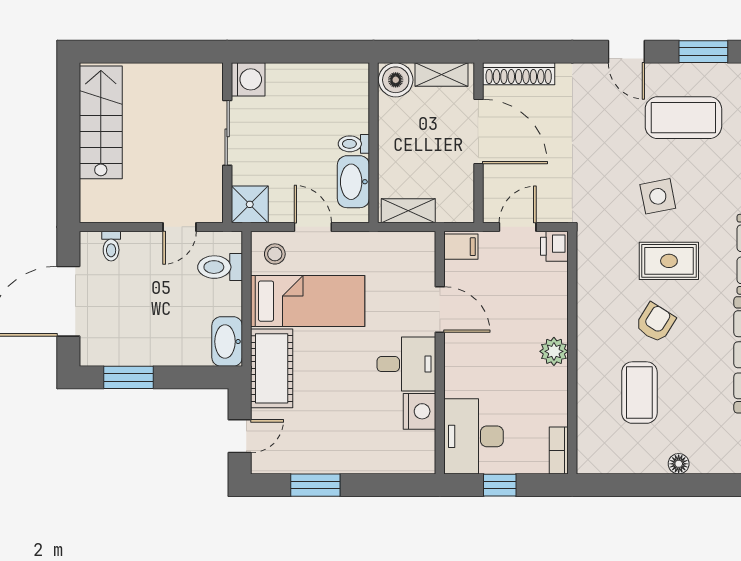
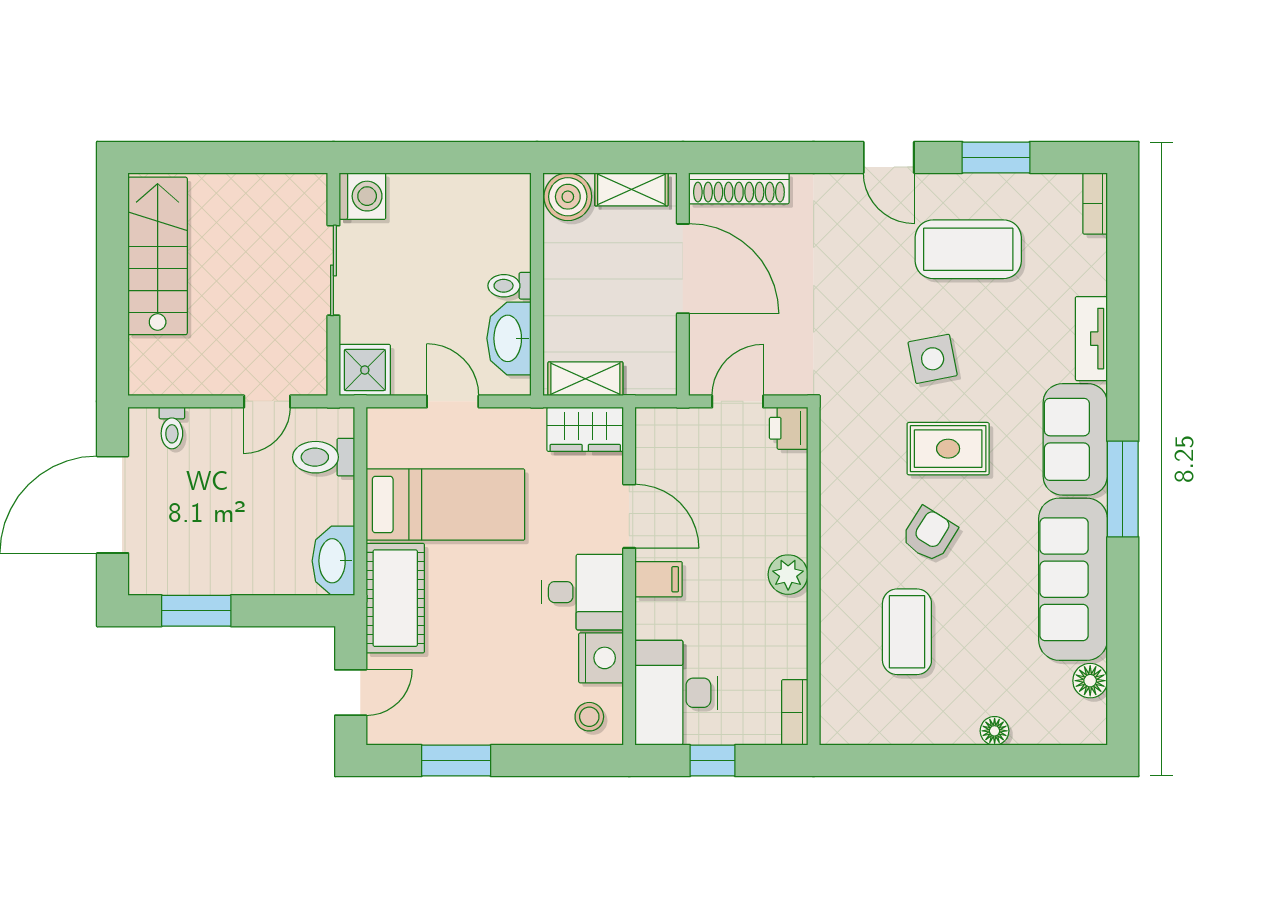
wardrobe: (408, 247) -> (585, 429), added
filing cabinet: (461, 247) -> (659, 579), moved
stool: (275, 254) -> (589, 717), moved
floor lamp: (679, 464) -> (995, 731), moved

